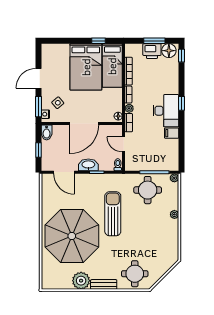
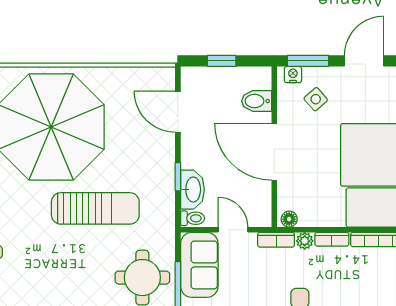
door: (38, 78) -> (364, 61), hinge flipped
bidet: (47, 133) -> (257, 101), moved
door: (124, 144) -> (233, 230), hinge flipped
sofa: (141, 161) -> (199, 265), added
washbasin: (88, 165) -> (192, 190), moved
door: (64, 172) -> (178, 112), hinge flipped

